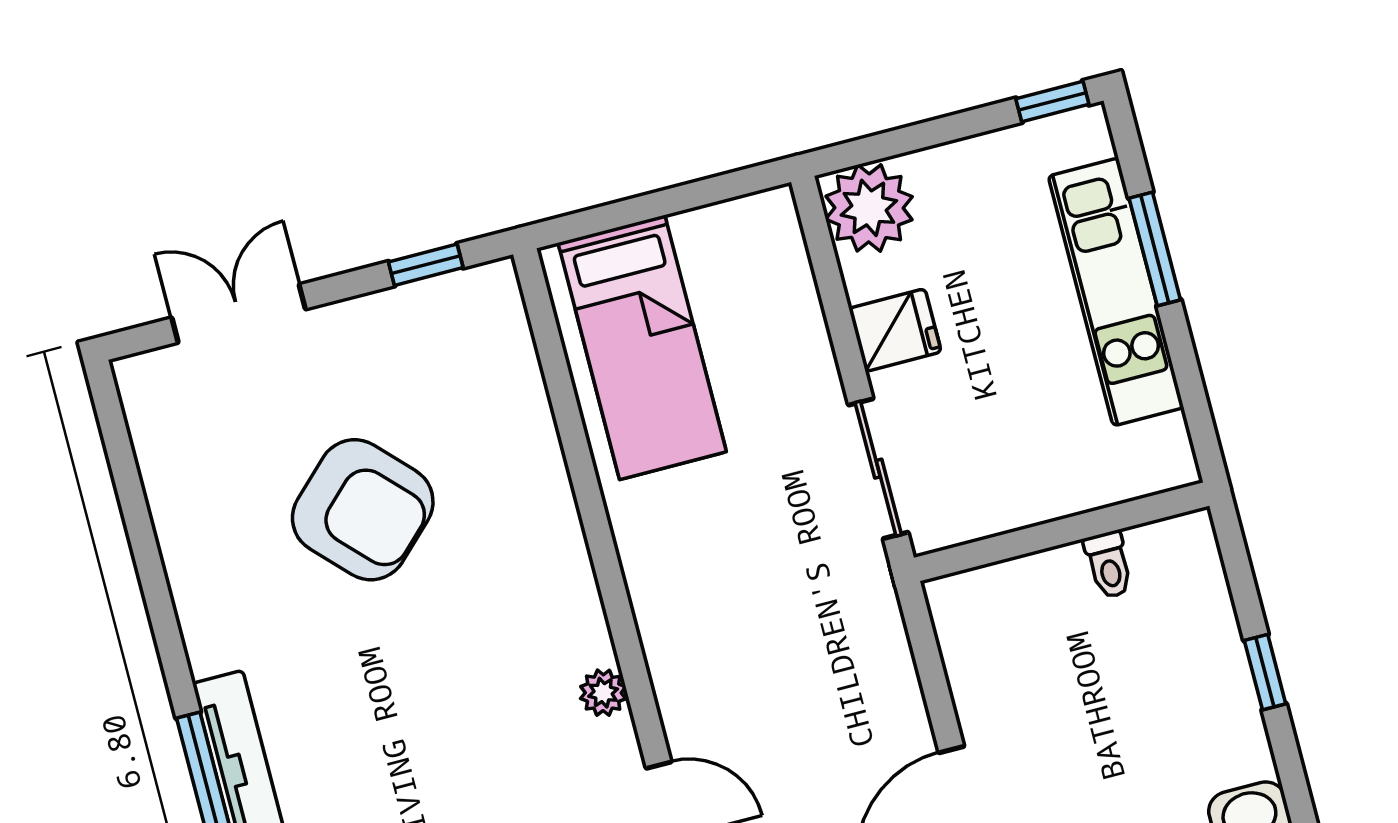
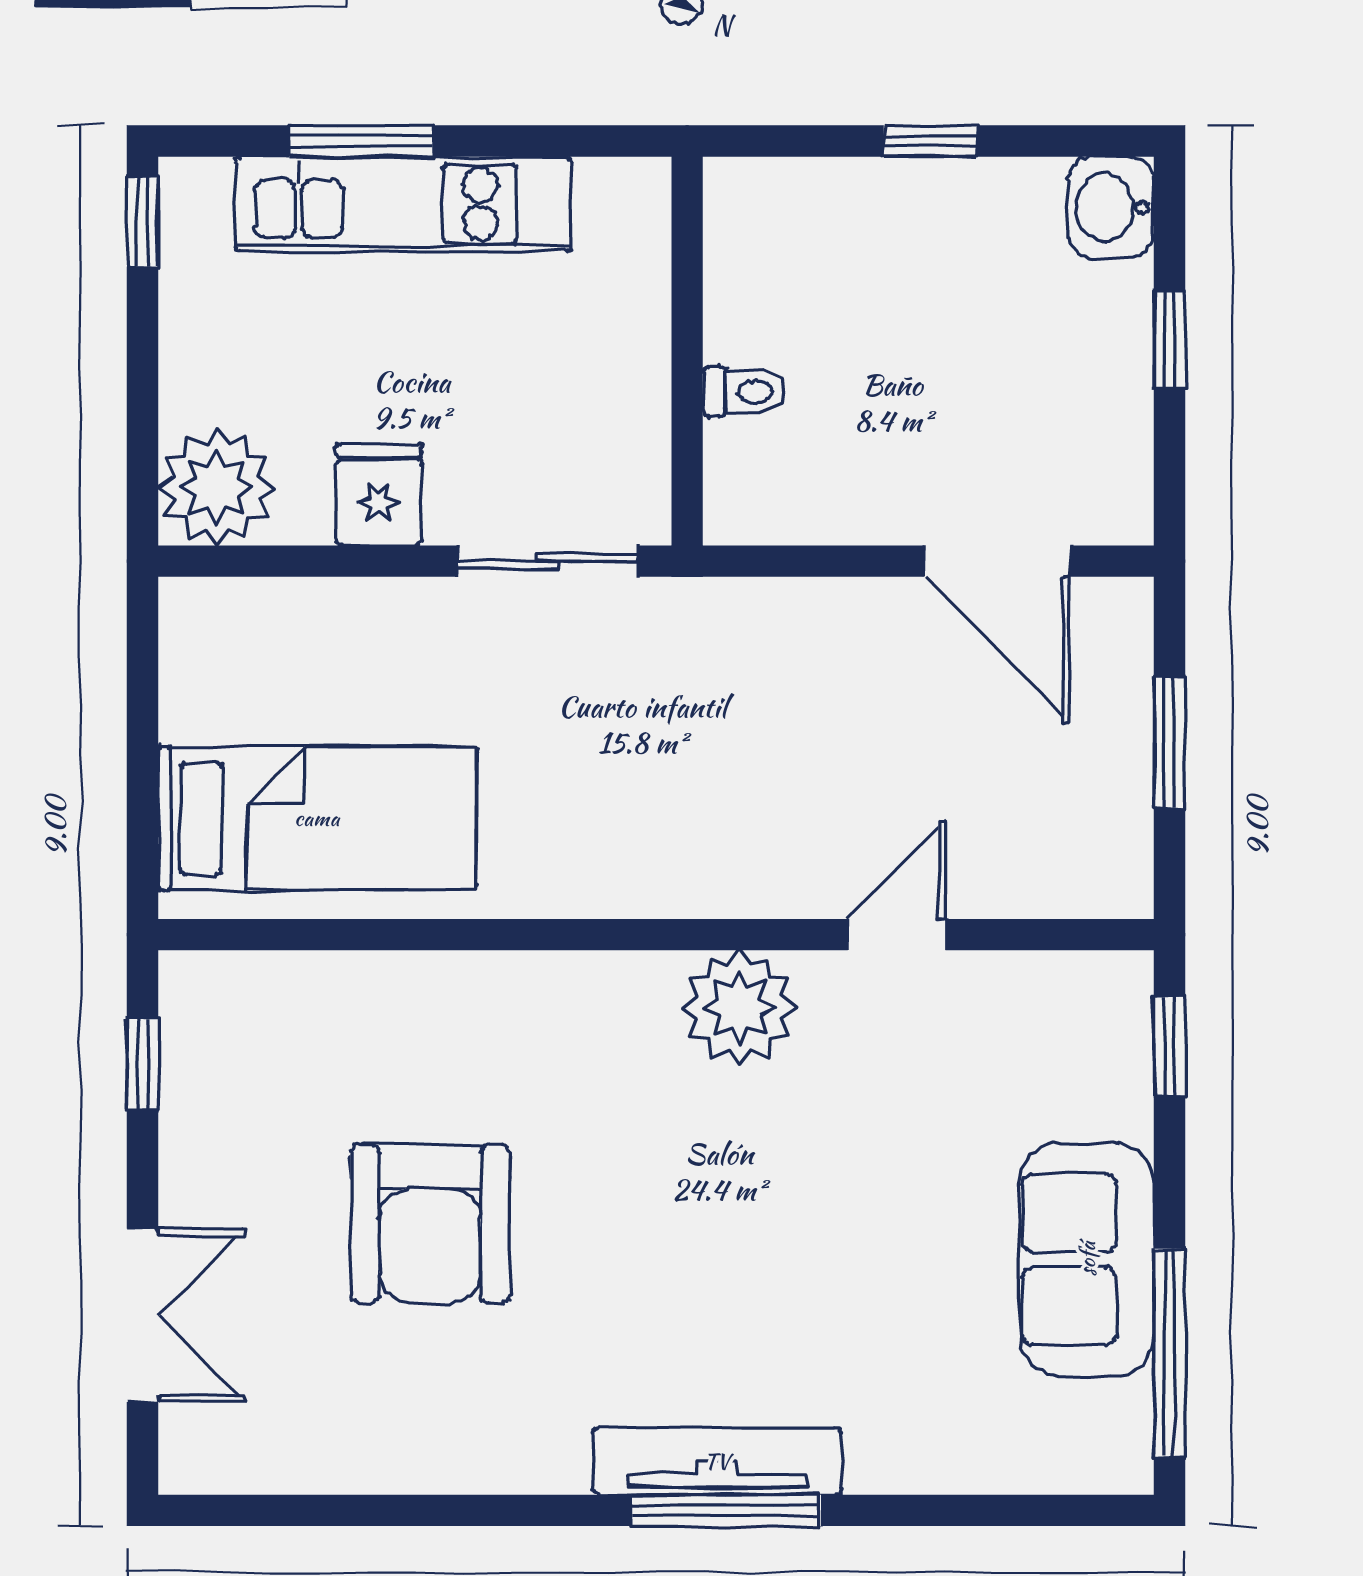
double door: (239, 313) -> (142, 1315), swing flipped
armchair: (363, 510) -> (430, 1223), turned 134
toilet: (1109, 565) -> (744, 392), moved
plant: (603, 693) -> (739, 1008), width x1.87, depth x1.87

